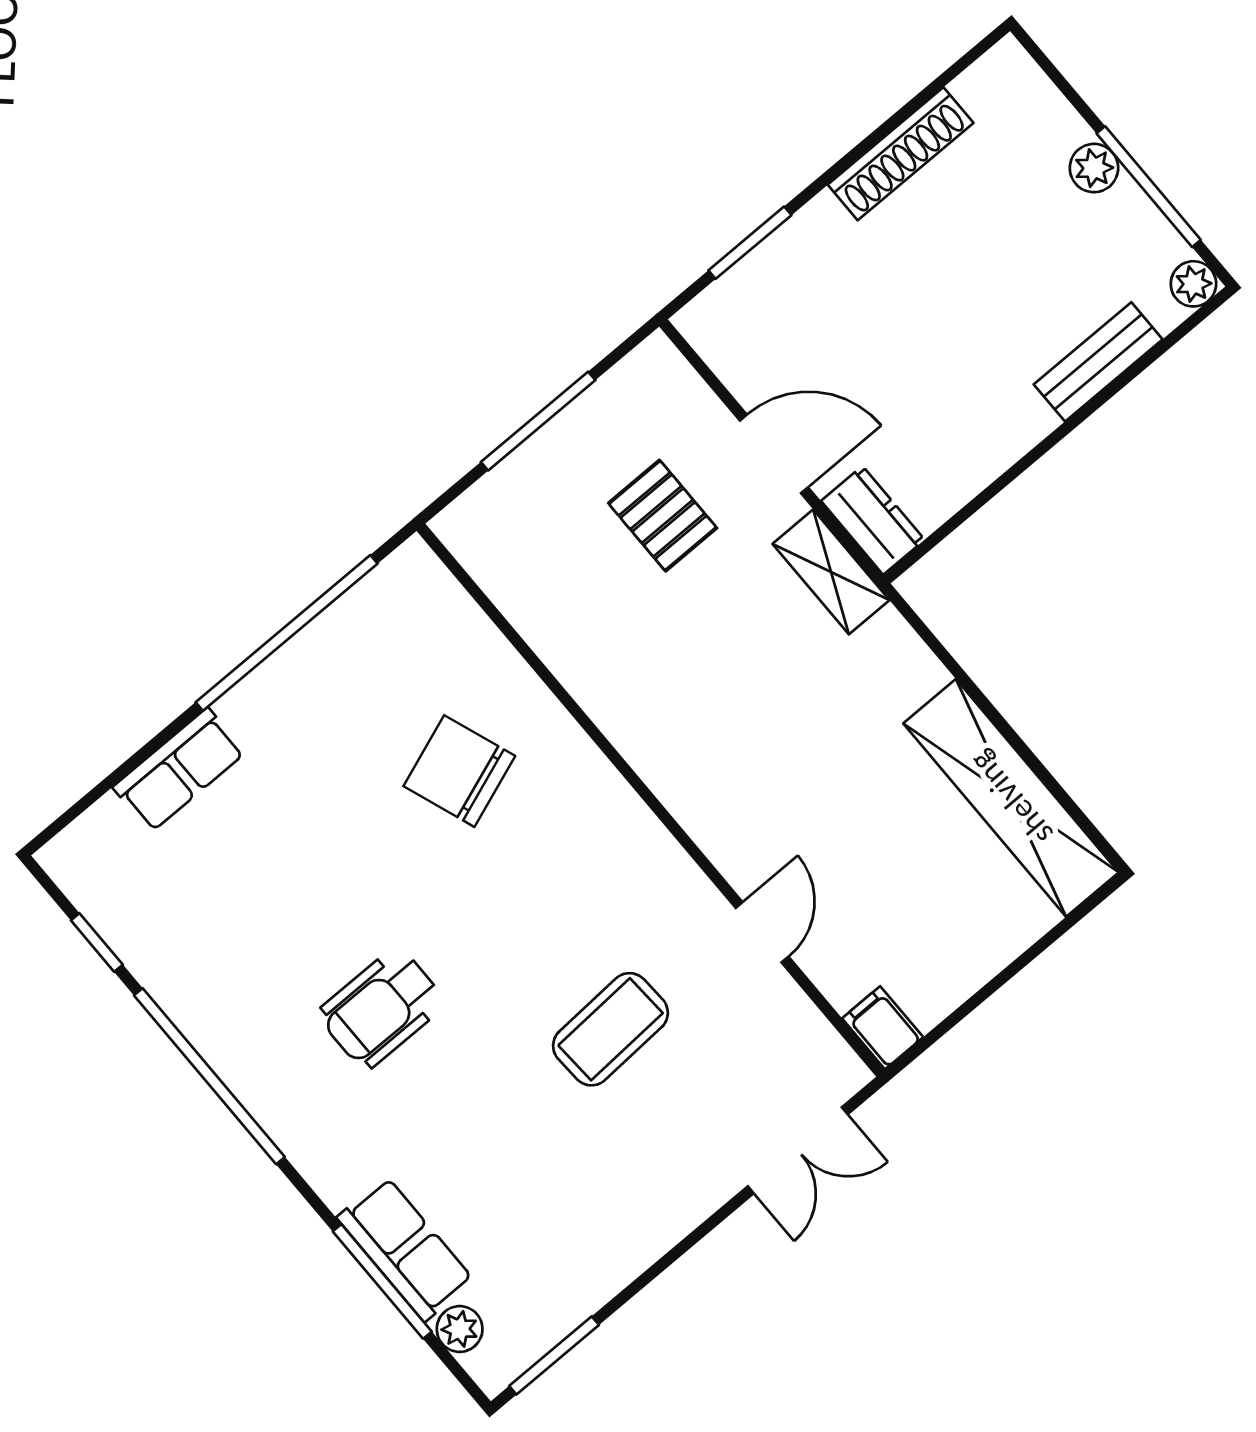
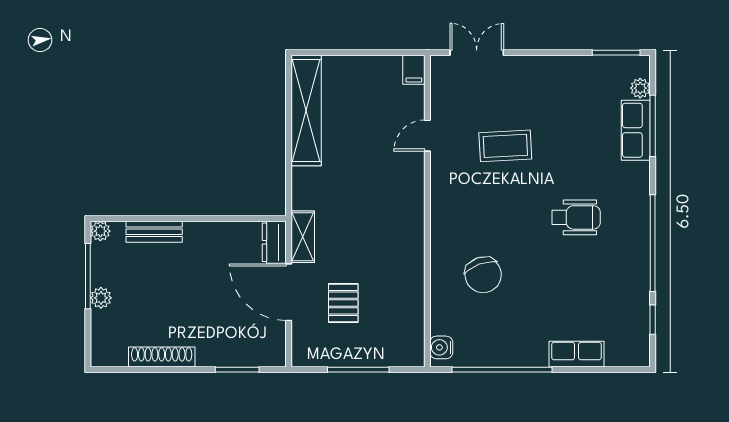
door: (774, 454) -> (289, 292), width x1.36
water cooler: (426, 582) -> (441, 347), added

